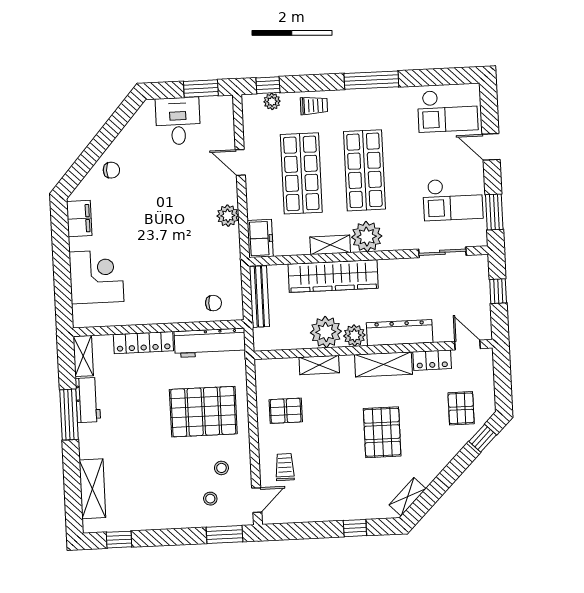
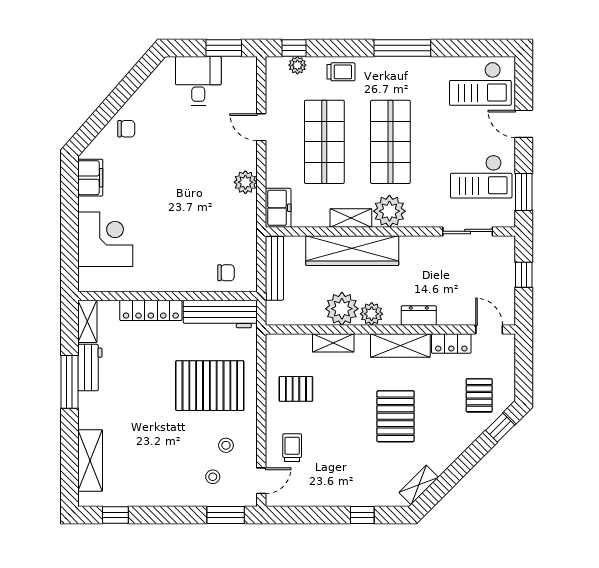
dresser: (400, 333) -> (419, 315), width x0.51, depth x0.80

